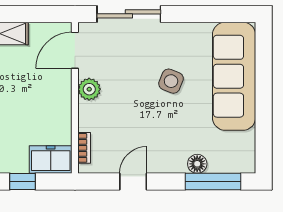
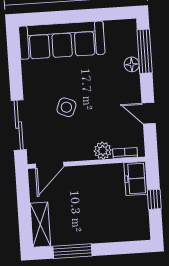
door: (75, 50) -> (50, 165), hinge flipped
side table: (171, 81) -> (66, 107), moved
plant: (89, 89) -> (103, 151), moved

